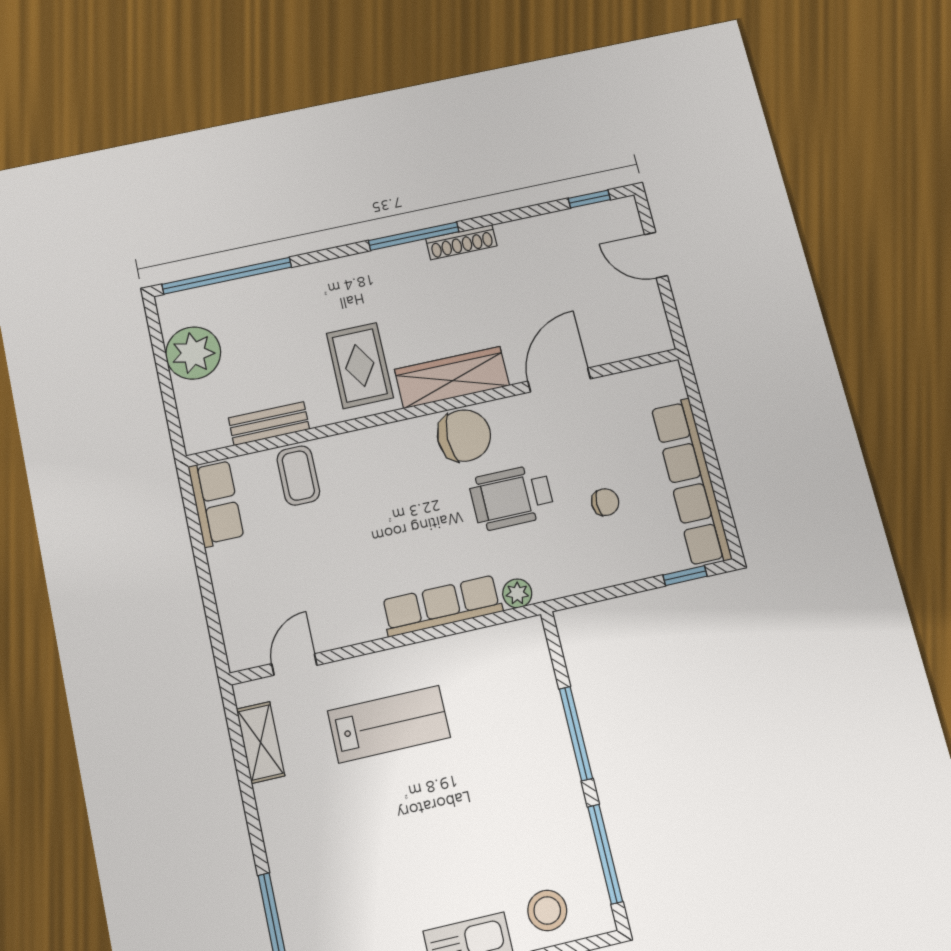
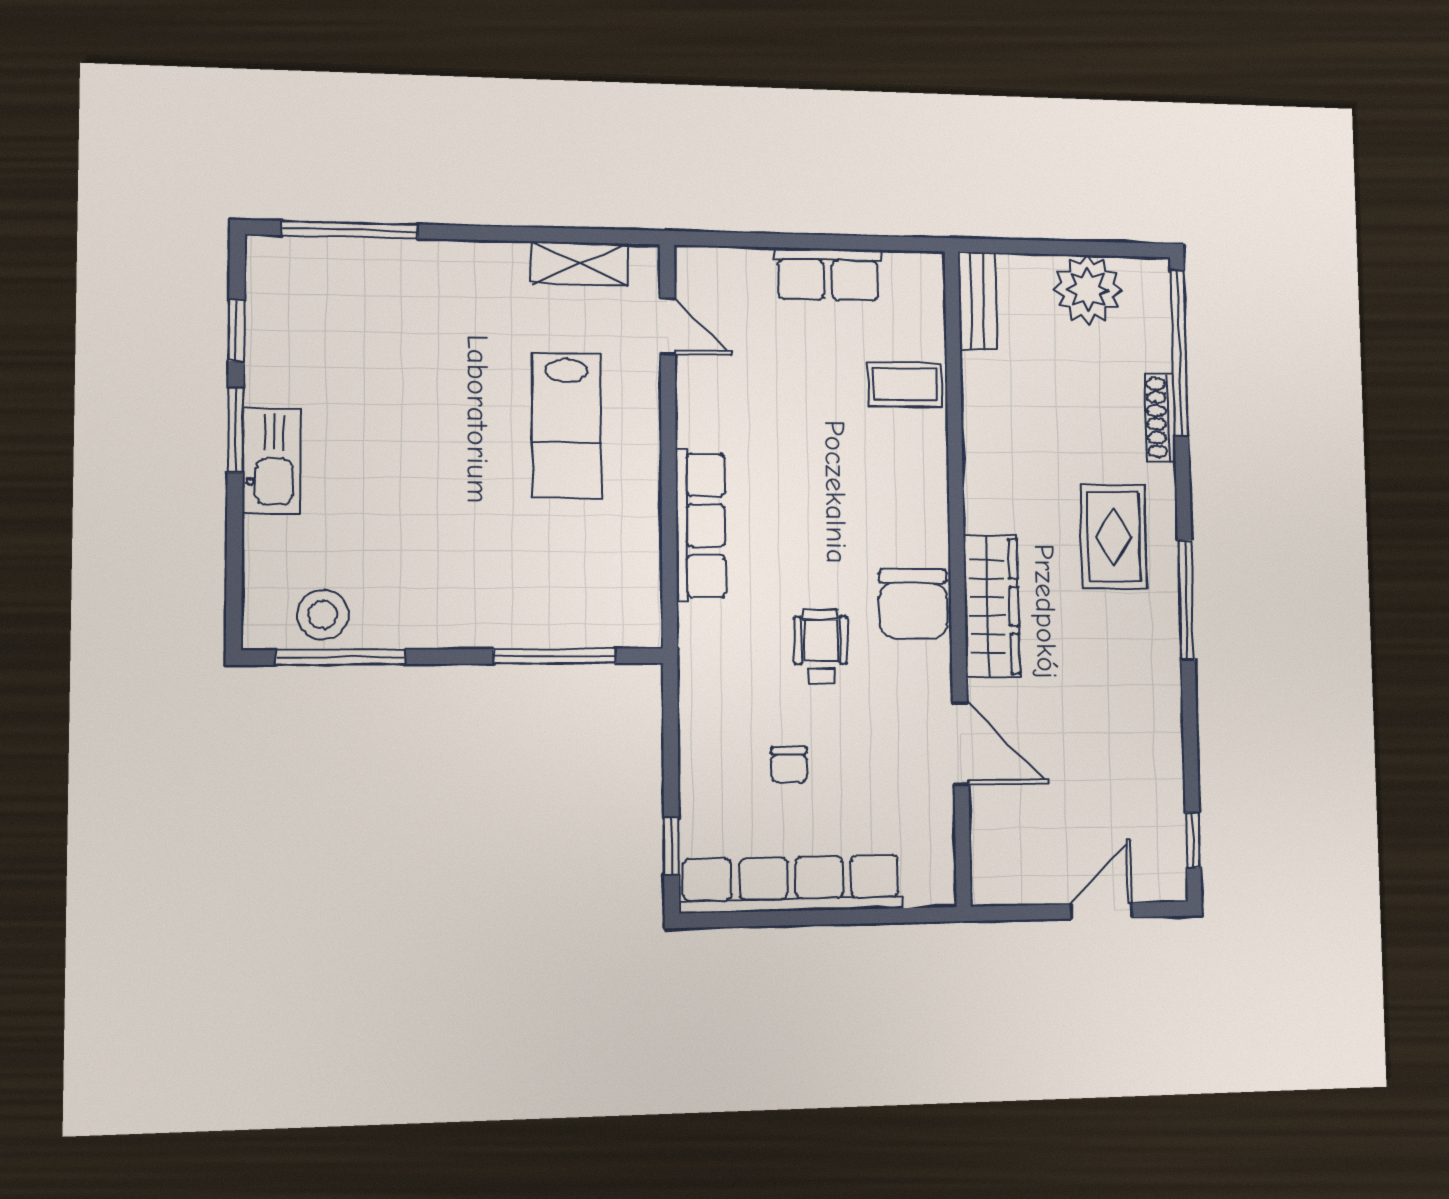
shoe rack: (461, 242) -> (1160, 417), moved
rug: (360, 366) -> (1114, 537), moved, turned 90
bench: (269, 424) -> (977, 301), moved
wheelchair: (512, 497) -> (821, 646), width x0.73, depth x0.73
row of seats: (216, 503) -> (828, 274), moved
plant: (517, 593) -> (696, 624), removed
window: (576, 734) -> (555, 656), moved
stool: (547, 910) -> (323, 615), moved

